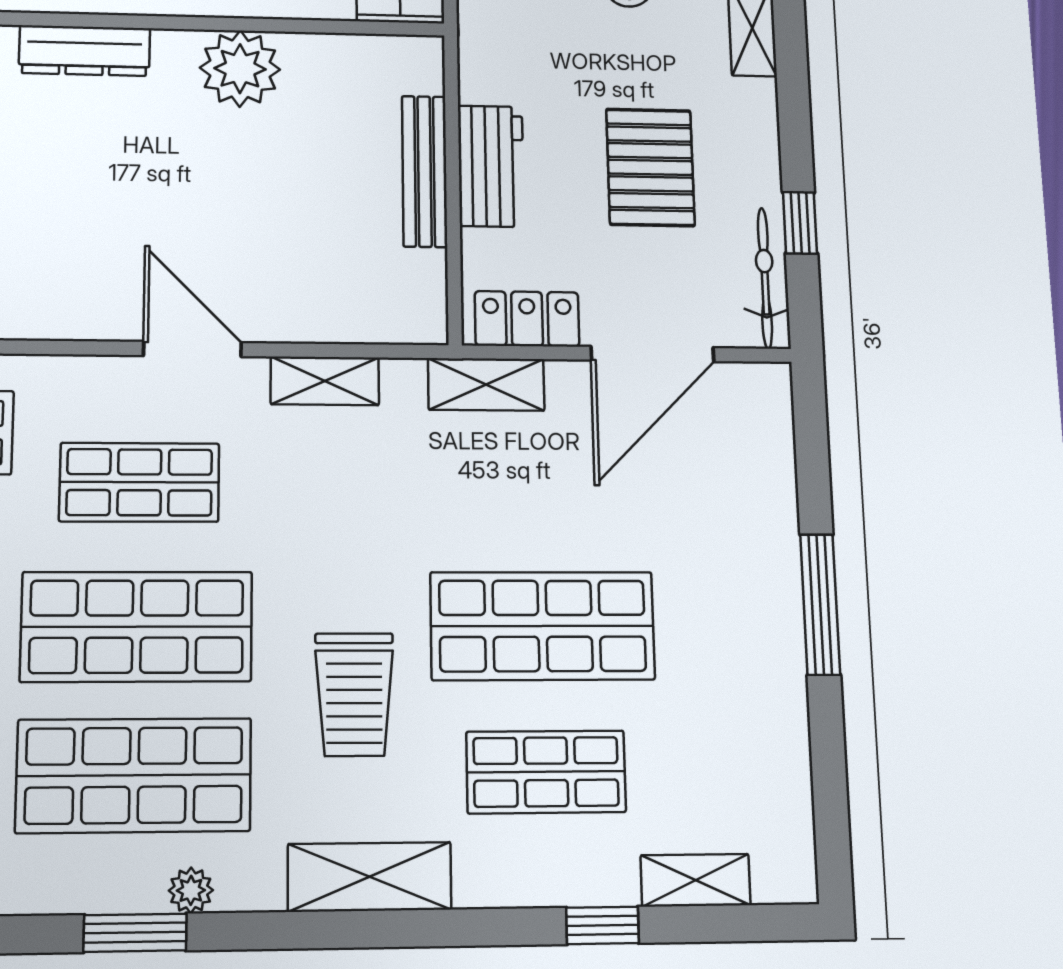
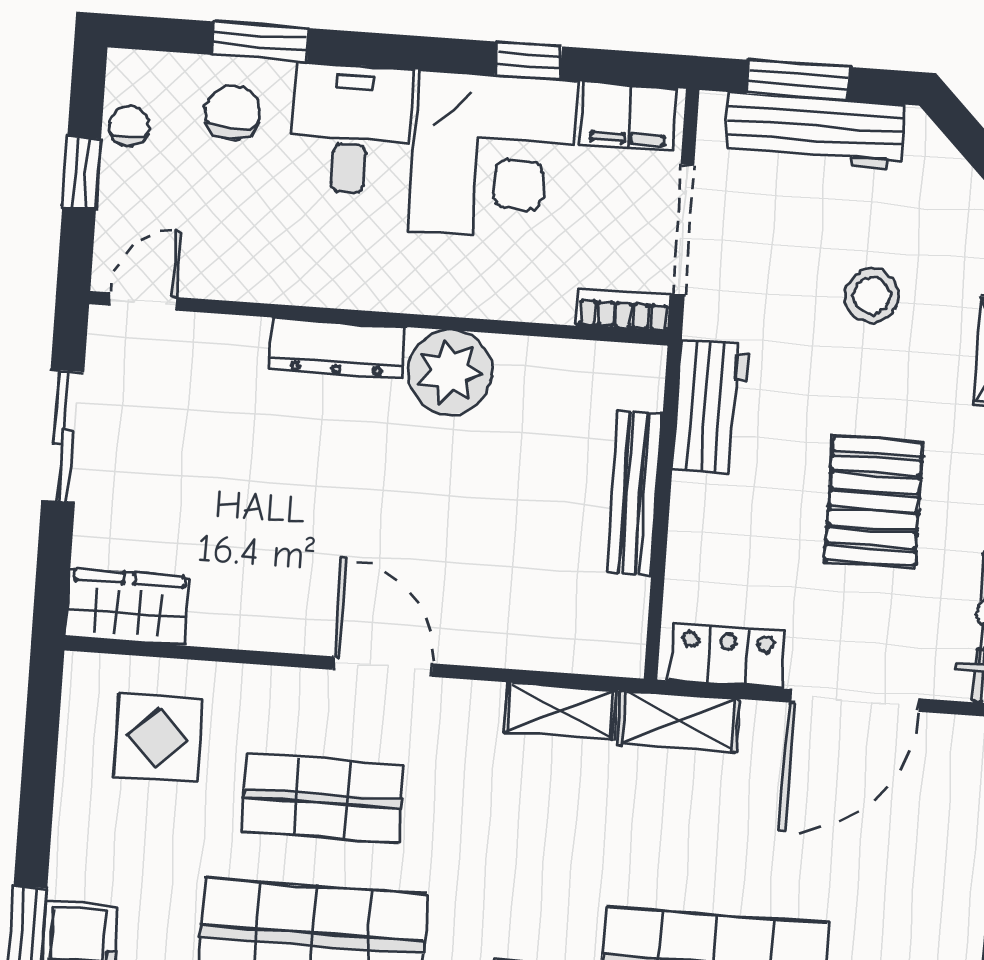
dresser: (85, 51) -> (338, 348), moved
workbench: (491, 166) -> (711, 407), moved
shelving: (325, 381) -> (560, 711), moved

